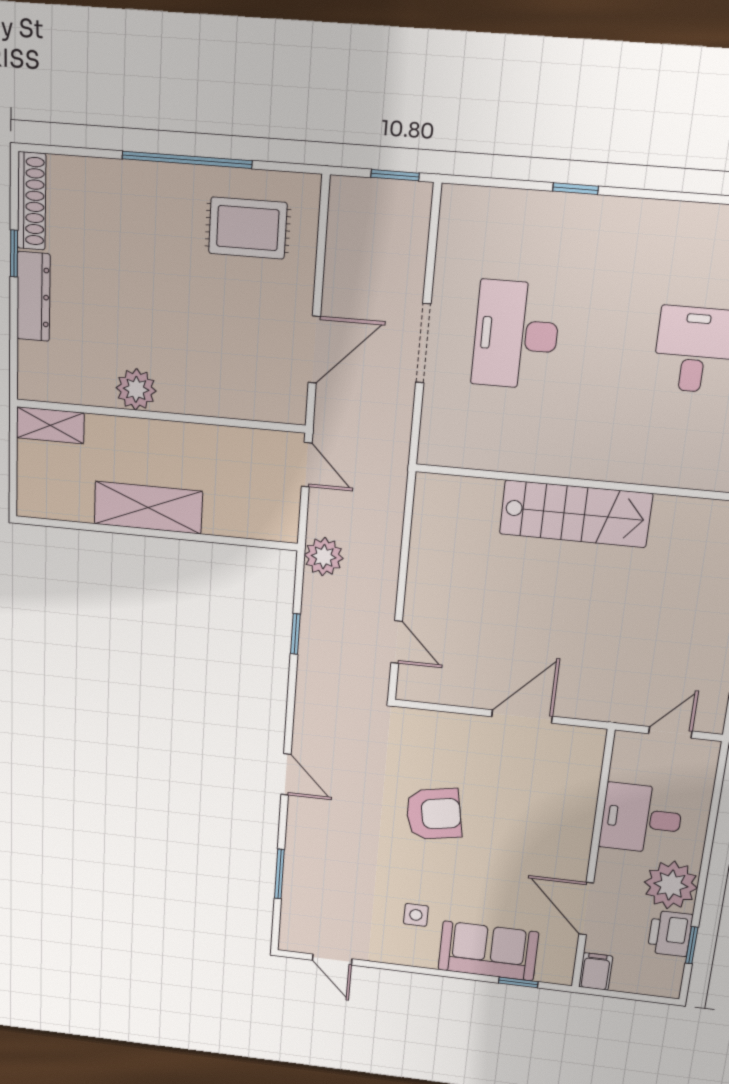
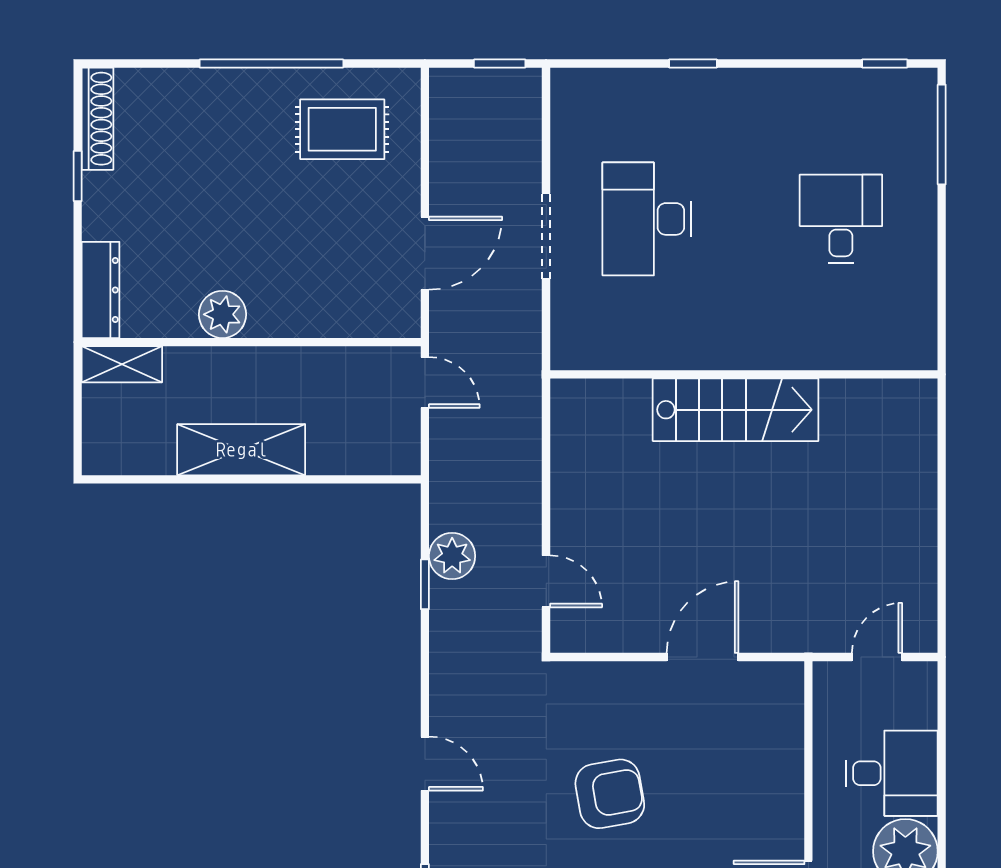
dresser: (33, 297) -> (101, 290), moved
plant: (324, 557) -> (452, 556), moved
desk: (641, 819) -> (892, 773), moved, turned 180

